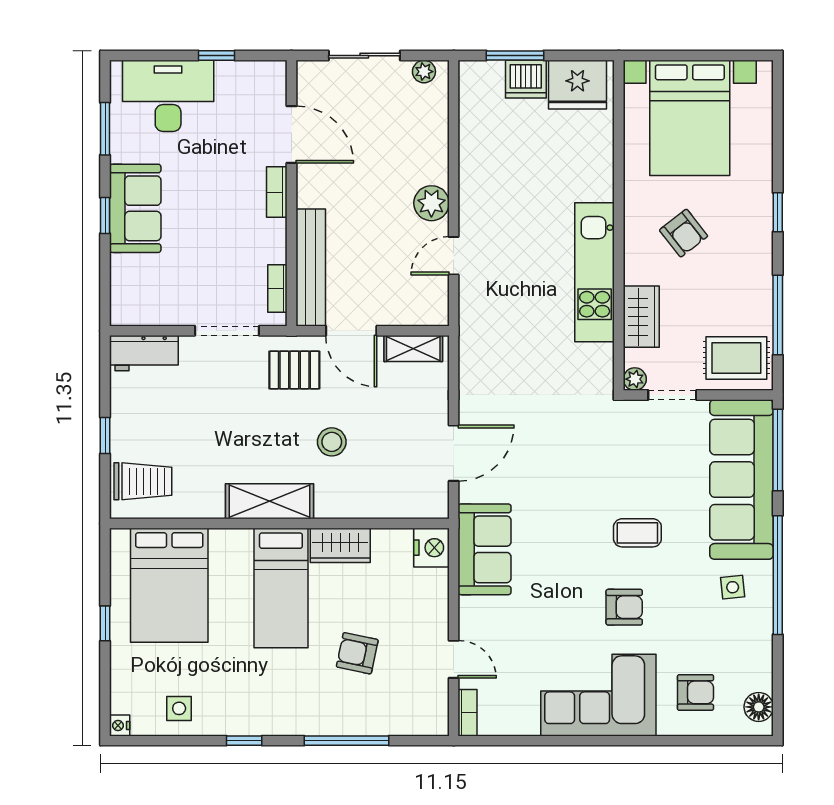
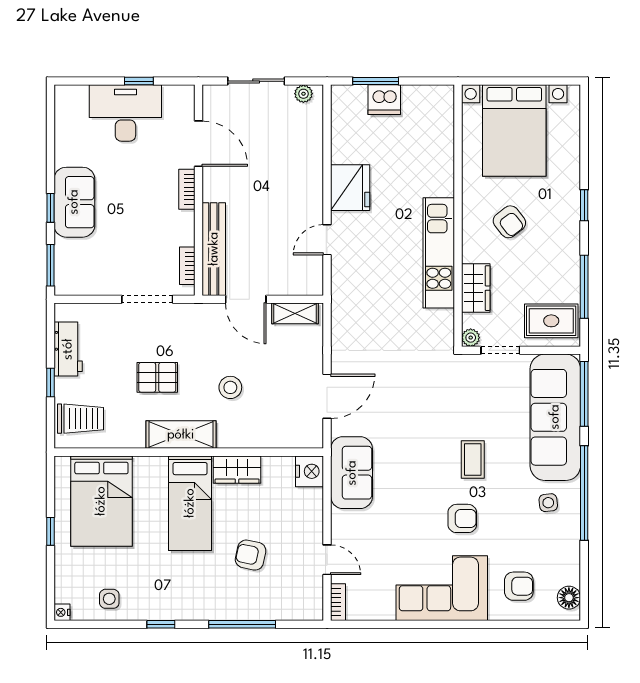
fridge: (577, 85) -> (350, 188), moved, turned -90
desk: (168, 96) -> (125, 113), moved
window: (105, 129) -> (51, 265), moved
plant: (431, 203) -> (309, 198), removed
workbench: (144, 353) -> (68, 349), moved, turned -90
pallet: (294, 370) -> (157, 377), moved
coffee table: (637, 533) -> (473, 460), turned 90

